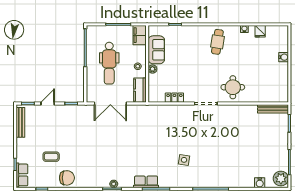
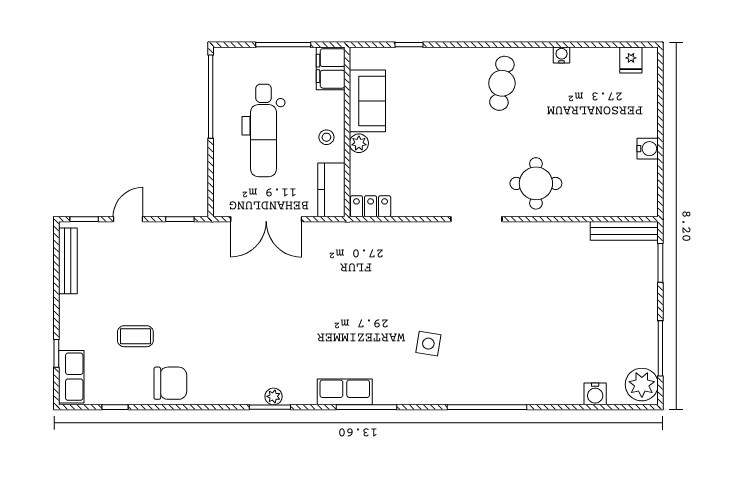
fridge: (260, 31) -> (631, 60), moved
water cooler: (284, 57) -> (648, 149), moved
locker: (174, 98) -> (371, 206), moved

